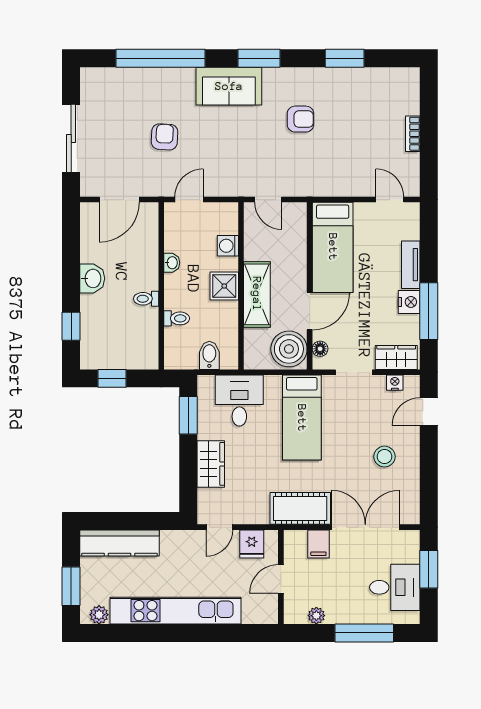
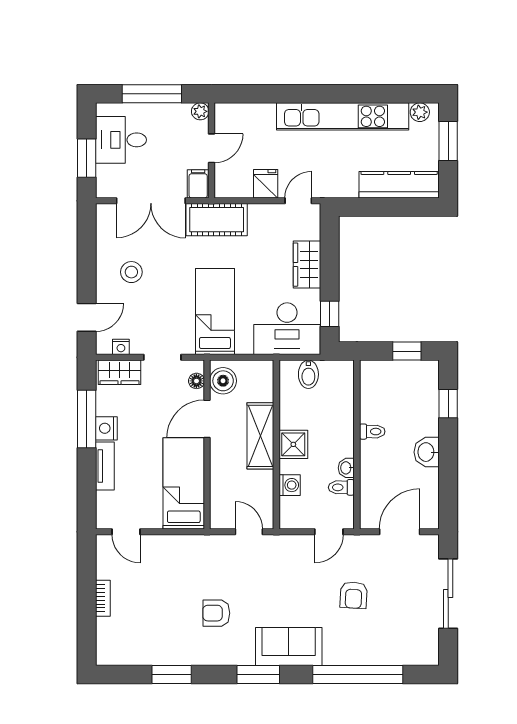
toilet: (177, 318) -> (341, 487), moved
boiler: (289, 349) -> (223, 381), width x0.73, depth x0.73
desk: (239, 401) -> (287, 329), width x1.37
window: (188, 415) -> (330, 314), width x0.67
wall: (281, 577) -> (211, 150), moved
door: (281, 579) -> (211, 148), moved

